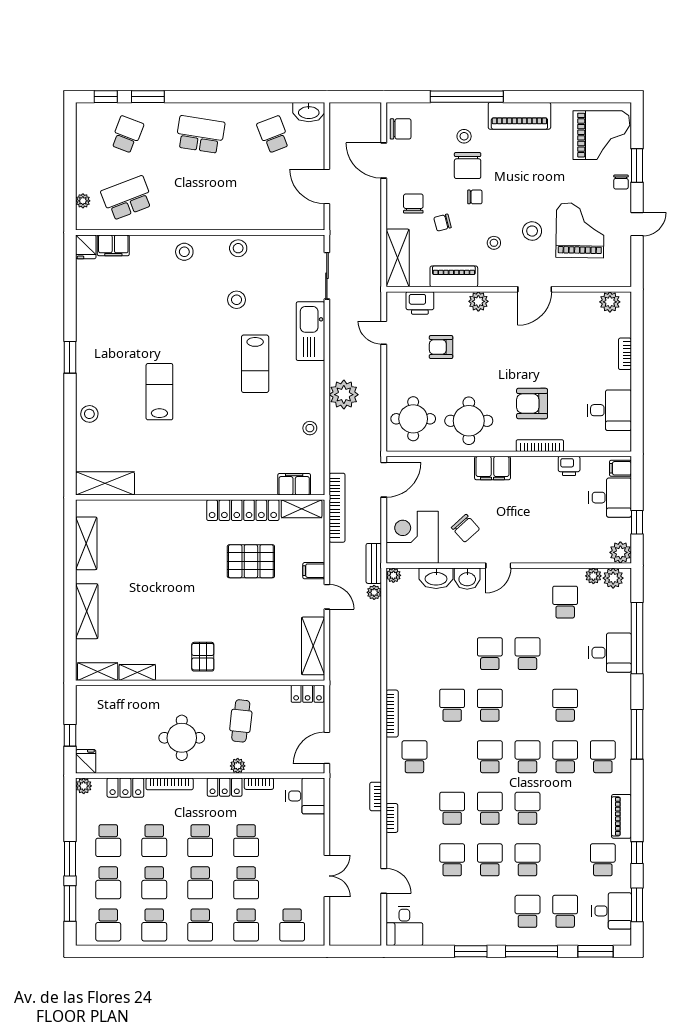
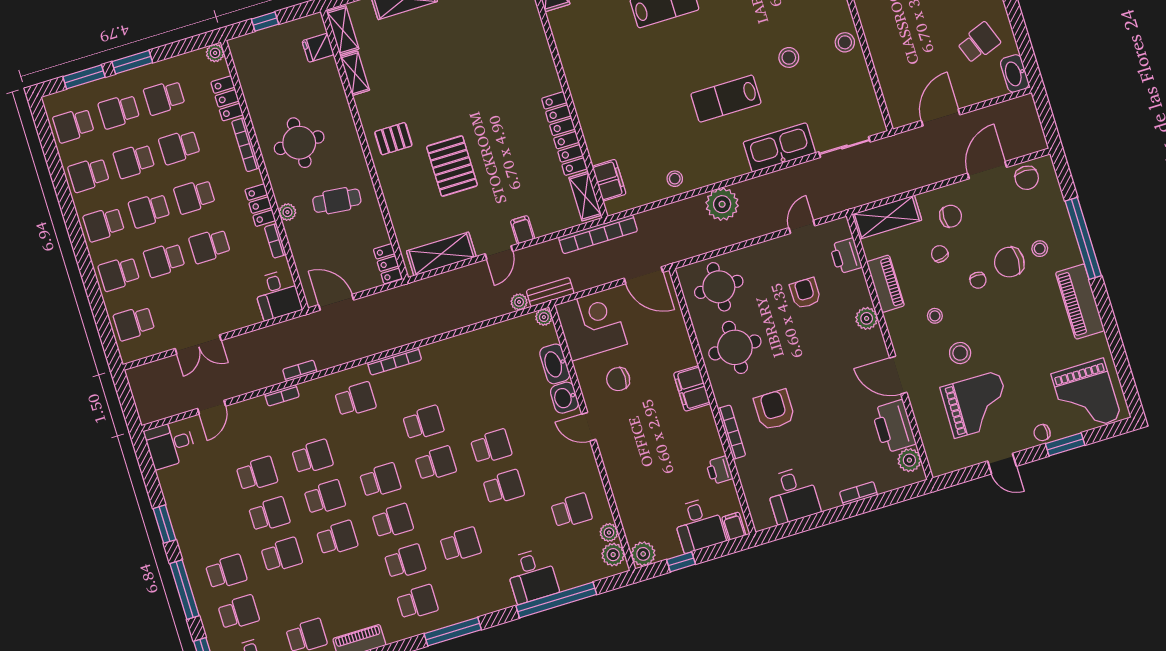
printer: (577, 306) -> (894, 426), added
chair: (465, 528) -> (618, 379), turned 42
pallet: (251, 561) -> (452, 166), moved
fridge: (86, 761) -> (318, 48), moved, turned 180

